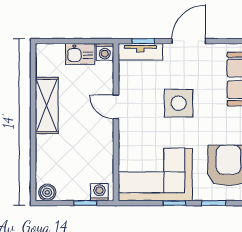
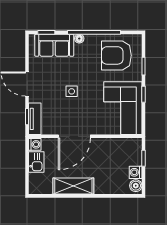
side table: (179, 103) -> (72, 91), width x0.54, depth x0.54
door: (116, 107) -> (74, 136), width x1.87
washing machine: (99, 192) -> (136, 172), moved

